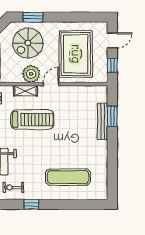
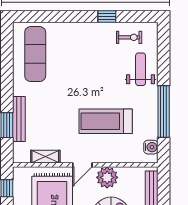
shelving: (26, 91) -> (45, 157), moved
exercise mat: (68, 177) -> (35, 54), moved, turned 90

